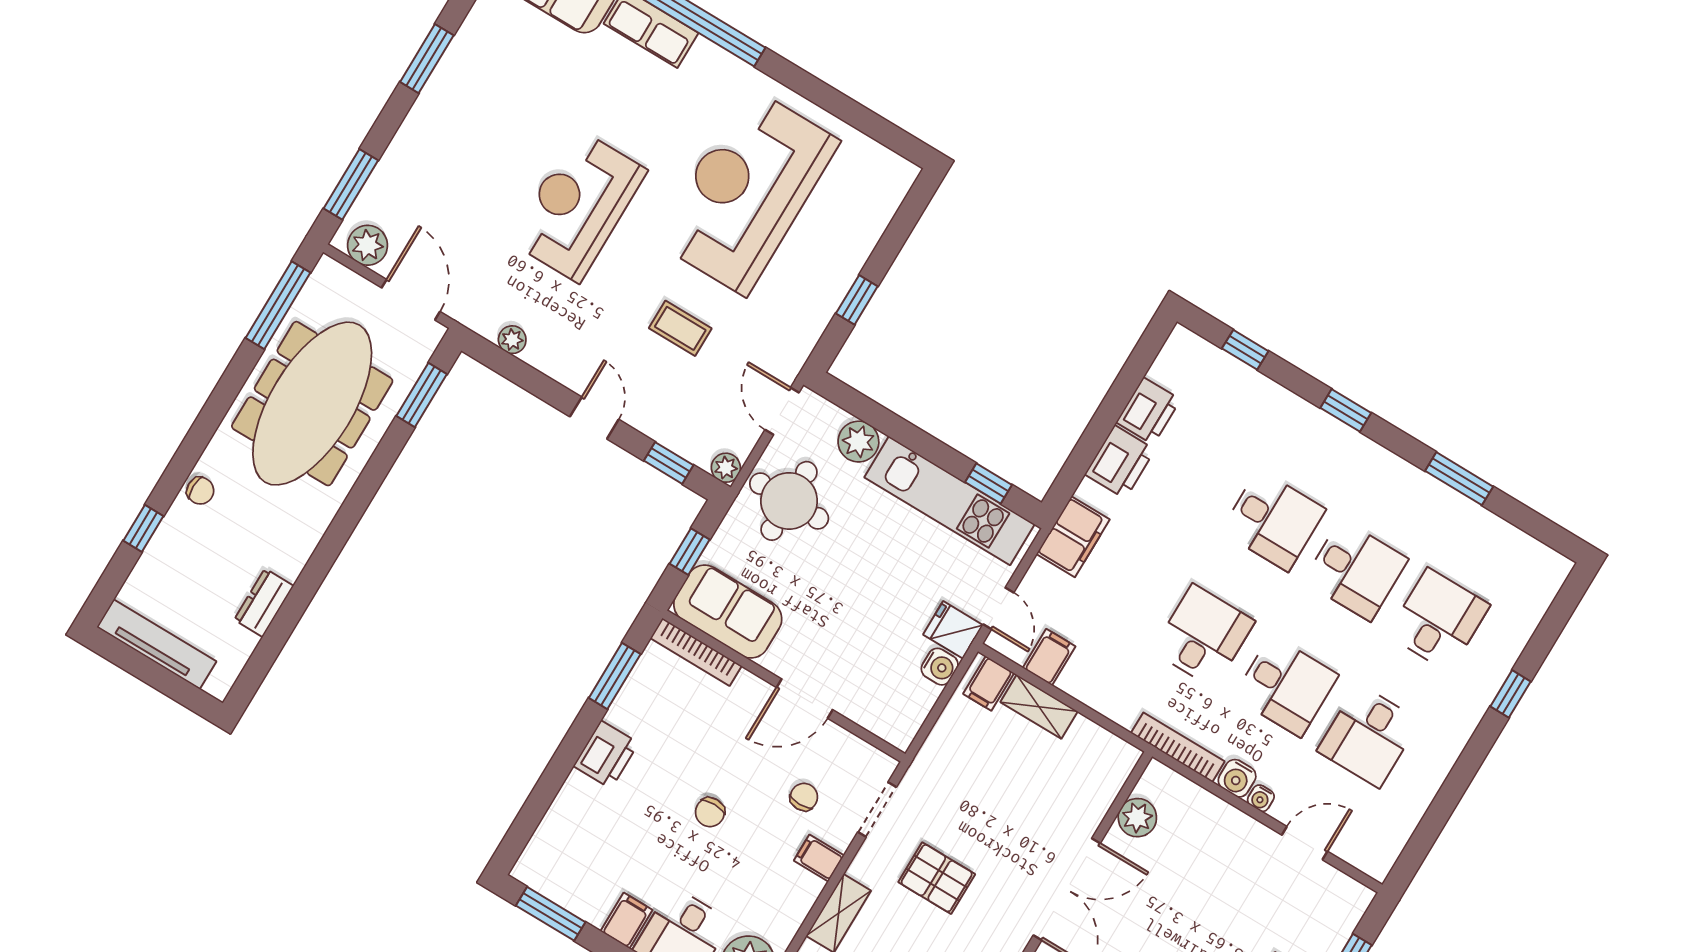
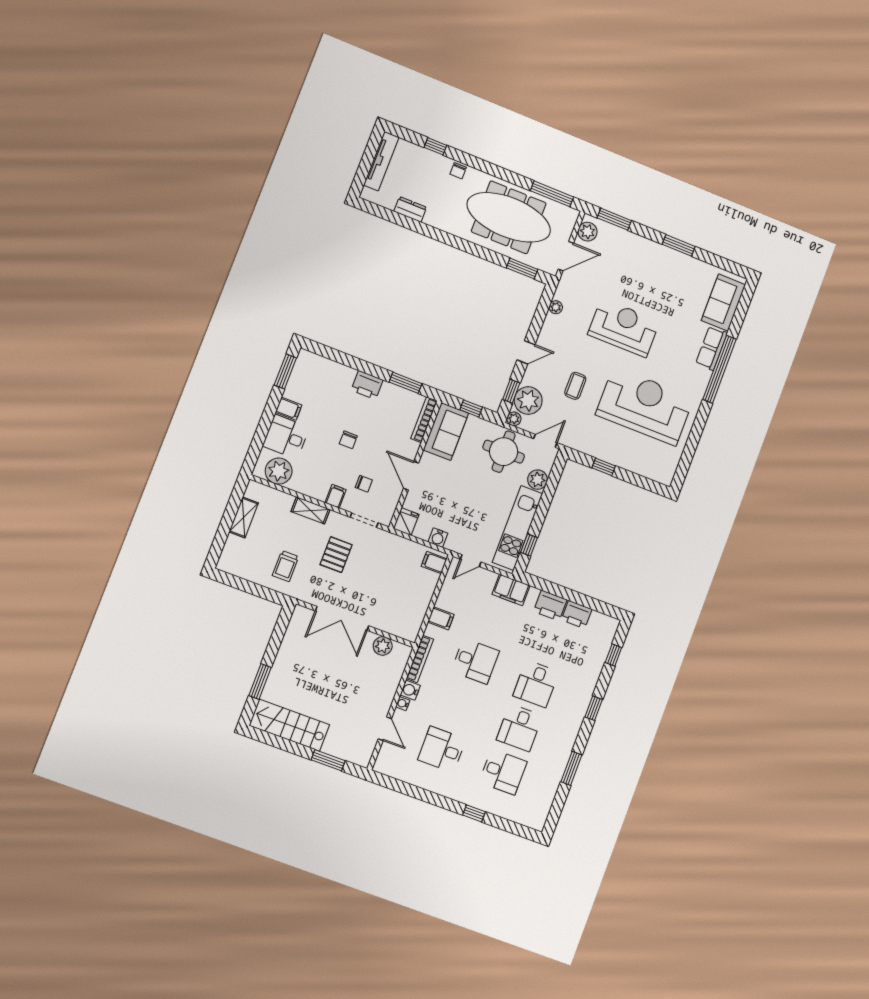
plant: (694, 431) -> (528, 401), added
fridge: (953, 630) -> (406, 522), moved
filing cabinet: (1049, 657) -> (441, 618), moved
desk: (1286, 686) -> (459, 705), removed
shelving: (1039, 707) -> (427, 589), removed
chair: (710, 812) -> (348, 440), turned -90

